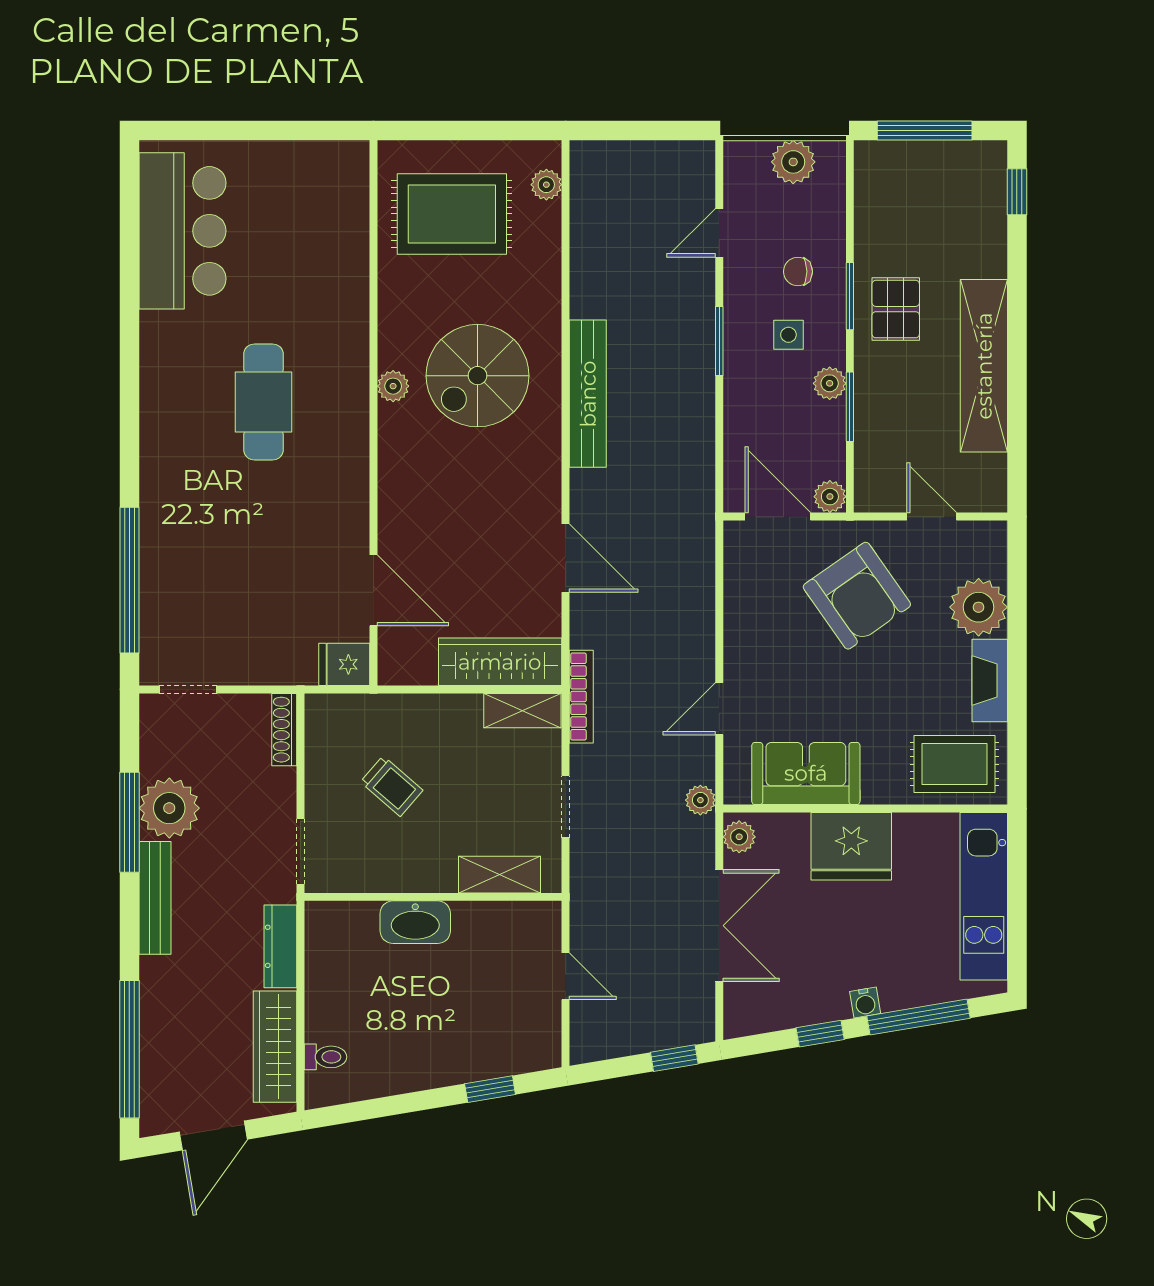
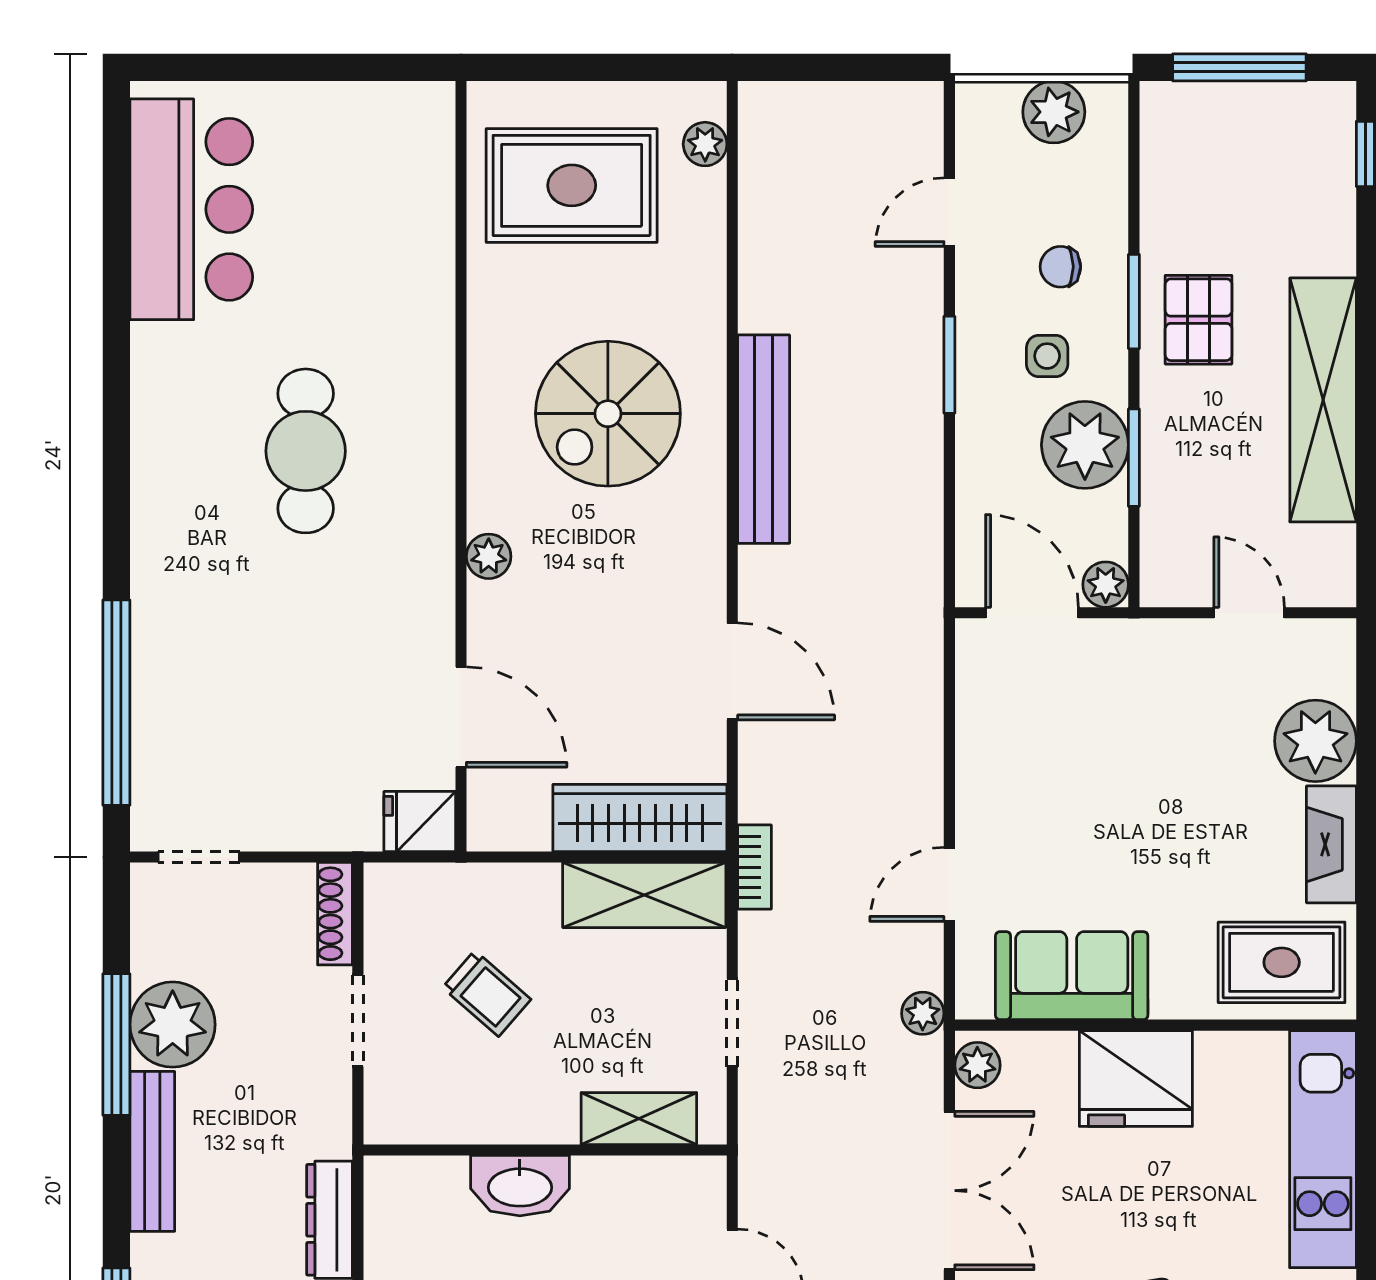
plant: (830, 383) -> (1085, 445), width x1.88, depth x1.88
plant: (393, 386) -> (489, 556), moved
armchair: (857, 596) -> (1144, 724), removed
bookcase: (581, 697) -> (755, 867), width x0.64
shelving: (522, 711) -> (644, 895), width x1.50, depth x1.33
doorway: (300, 851) -> (358, 1021), moved

